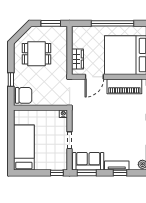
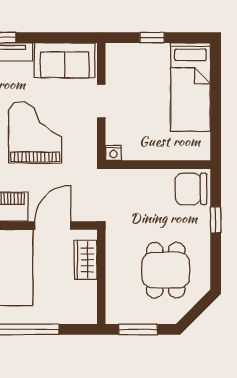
dining table: (37, 54) -> (166, 270), turned 90
grand piano: (103, 124) -> (35, 132), added
window: (57, 173) -> (152, 38), moved
window: (87, 173) -> (68, 38), removed

